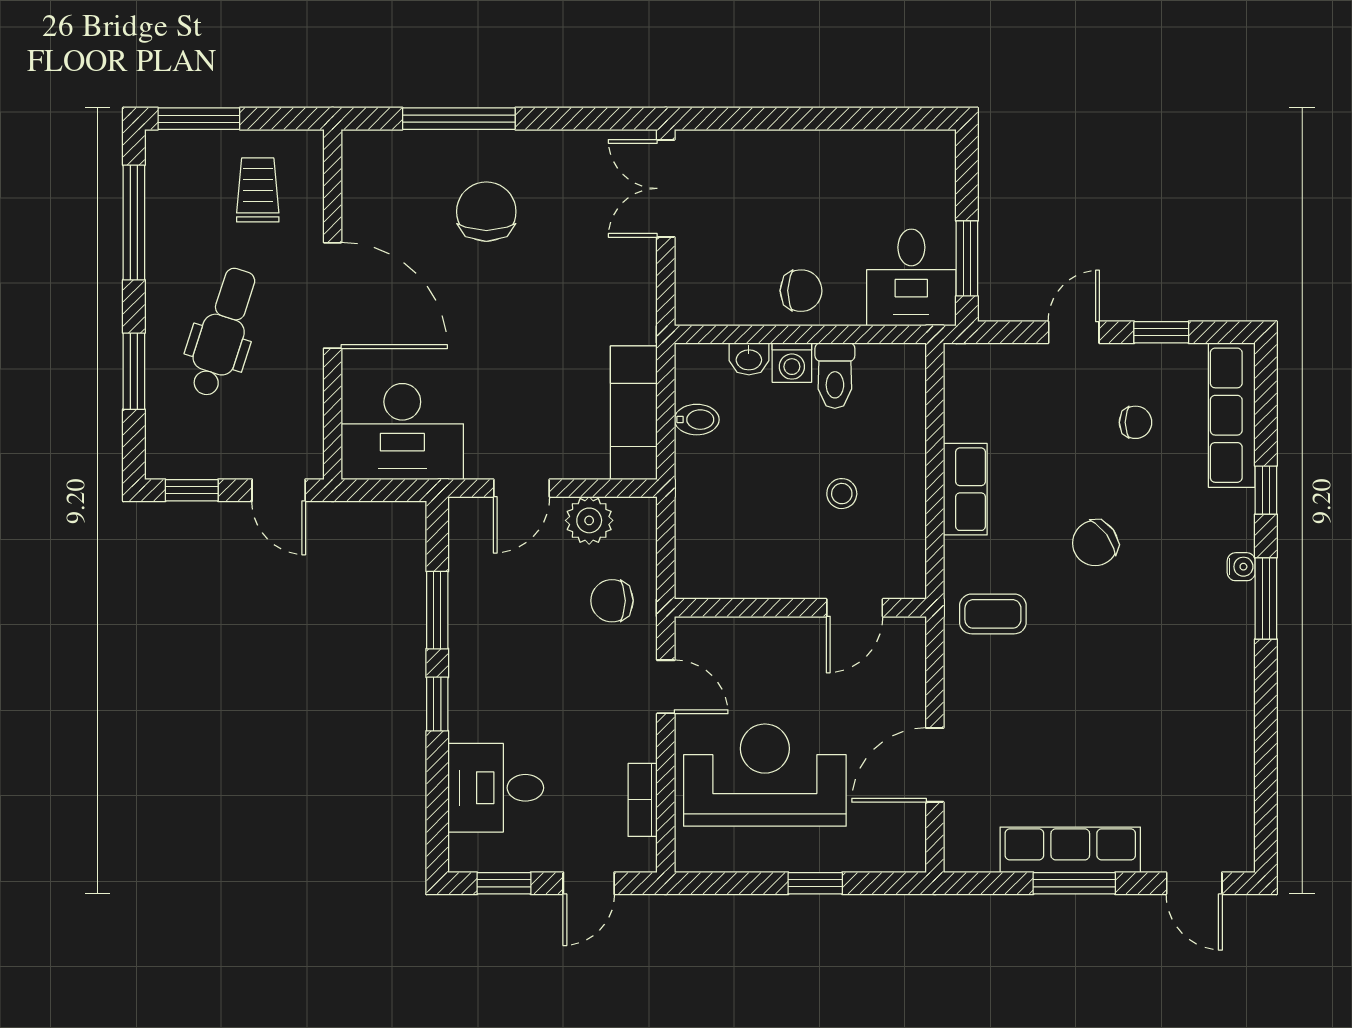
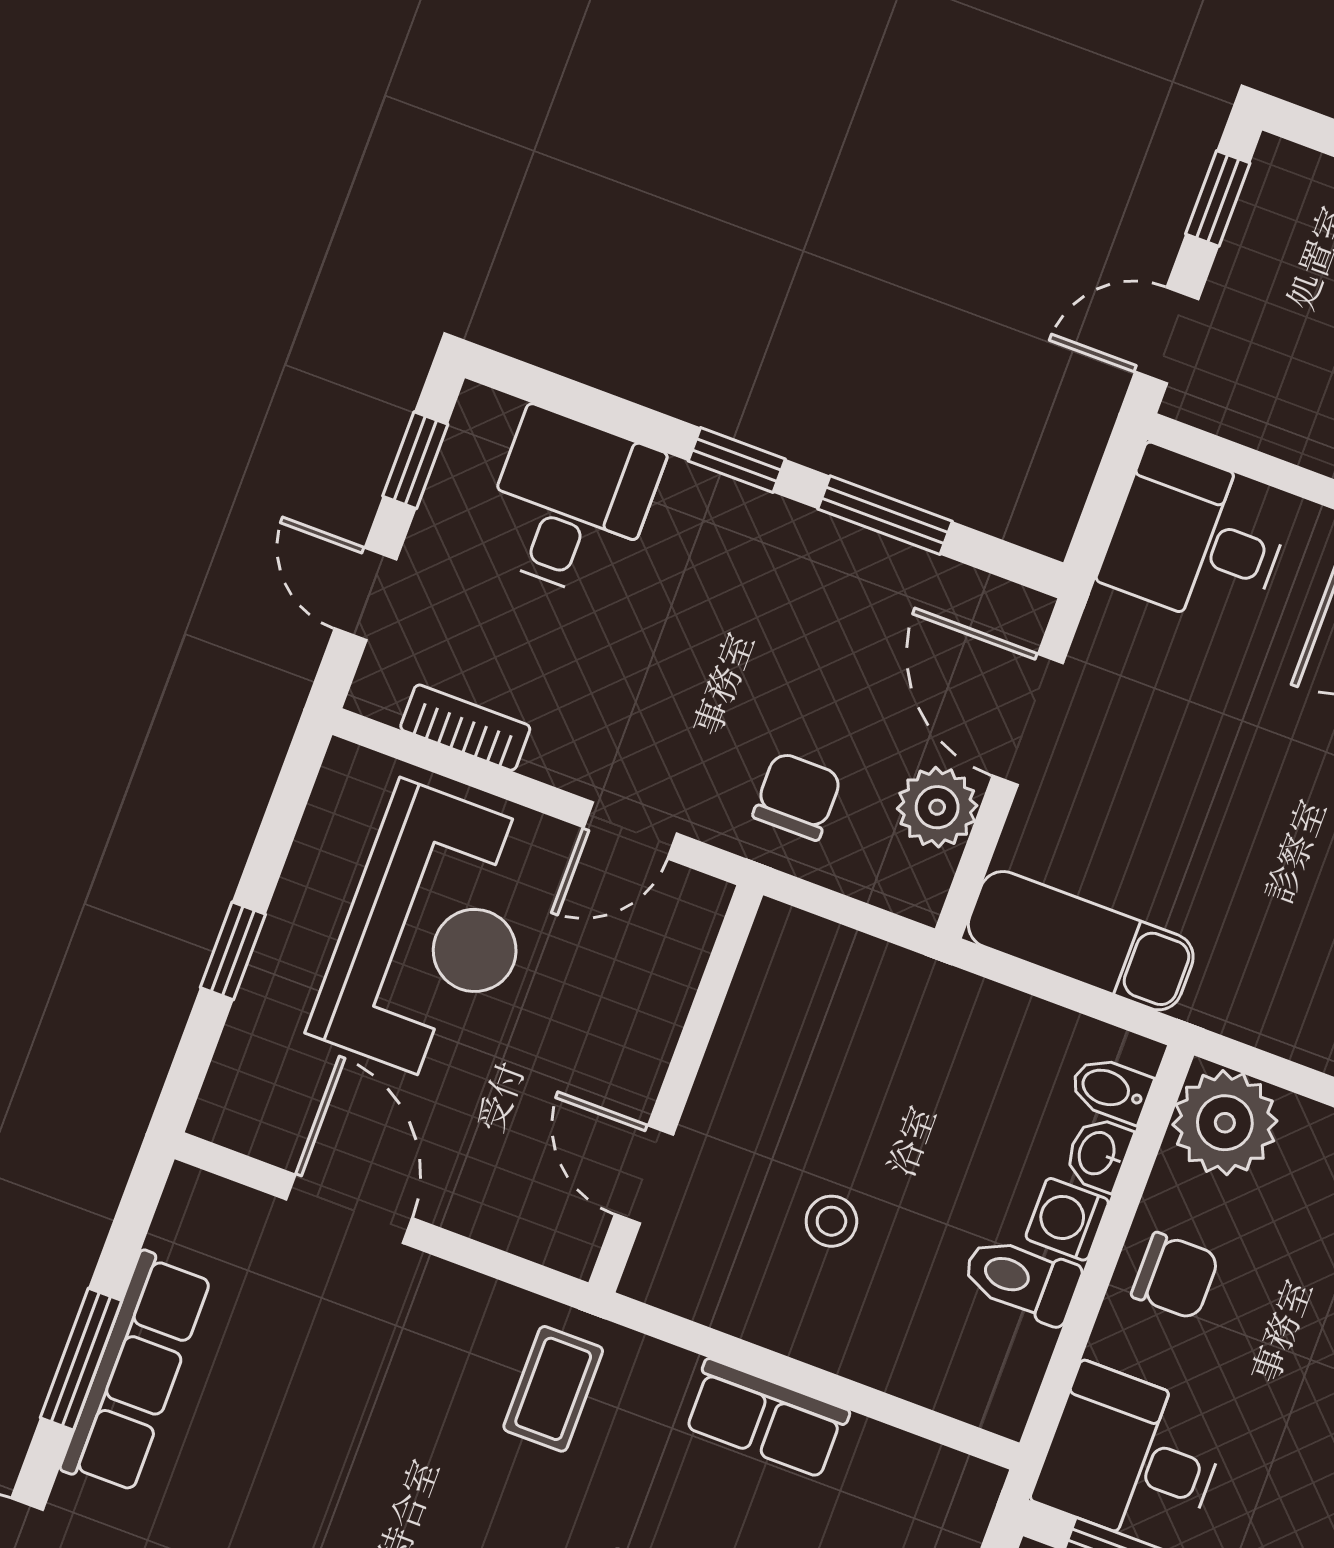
chair: (801, 291) -> (1175, 1276), turned -91
plant: (705, 295) -> (1225, 1123), added
bidet: (697, 420) -> (1111, 1089), moved, turned 90
desk: (402, 432) -> (1197, 539), width x0.73
door: (522, 488) -> (1028, 720), width x1.38

